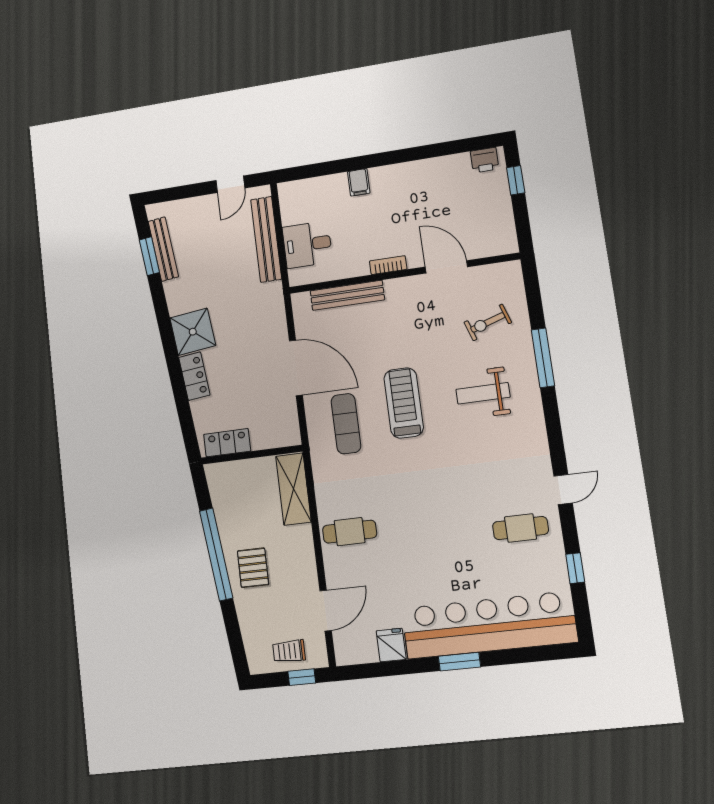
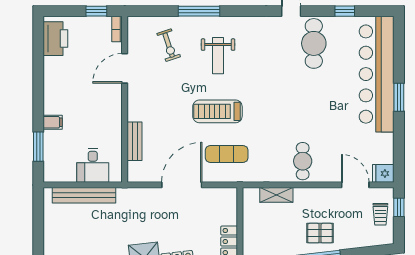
printer: (485, 160) -> (55, 39), width x1.87, depth x1.48
window: (323, 169) -> (38, 147), added
window: (516, 180) -> (96, 11), moved
door: (230, 184) -> (38, 217), removed
bookcase: (388, 265) -> (117, 29), moved
bench: (347, 295) -> (135, 141), width x0.73
shelving: (293, 489) -> (276, 195), width x0.67, depth x0.75
cafe table: (520, 528) -> (314, 43), width x1.37, depth x1.35
fridge: (391, 645) -> (383, 173), moved

